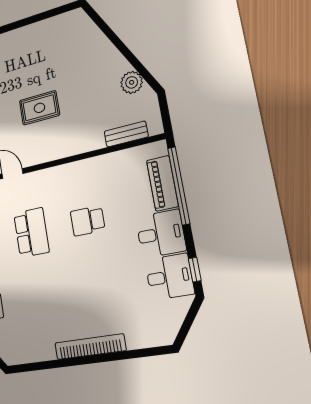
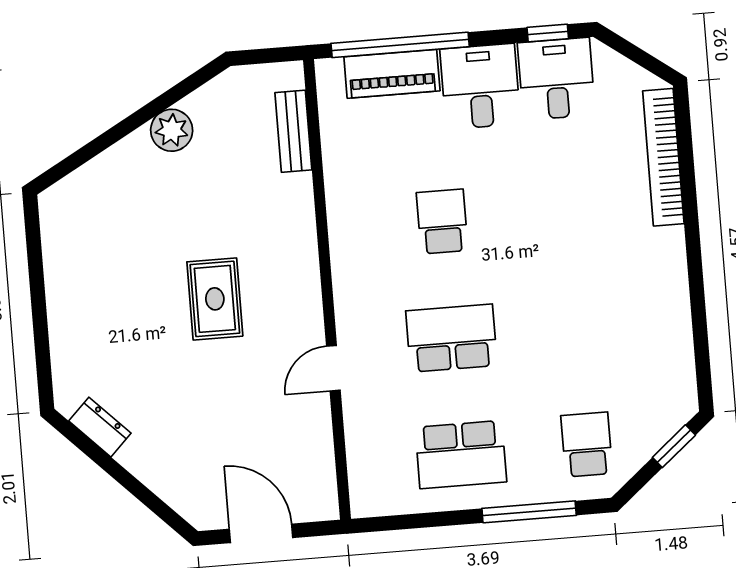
plant: (132, 82) -> (172, 130), moved
school desk: (88, 221) -> (442, 222), turned 180
bookcase: (90, 347) -> (663, 157), moved

